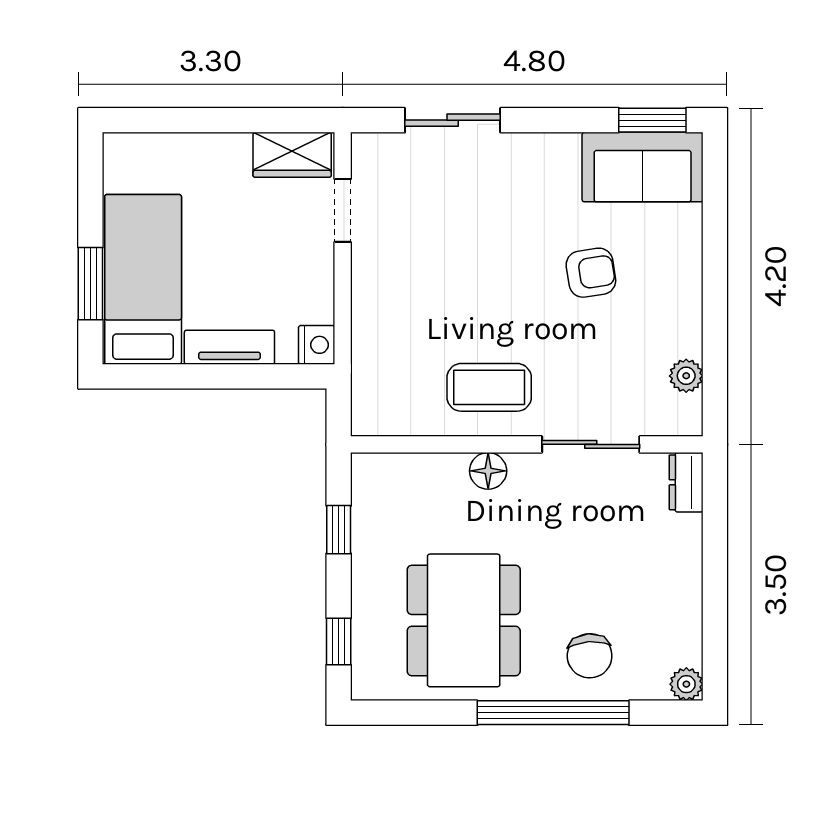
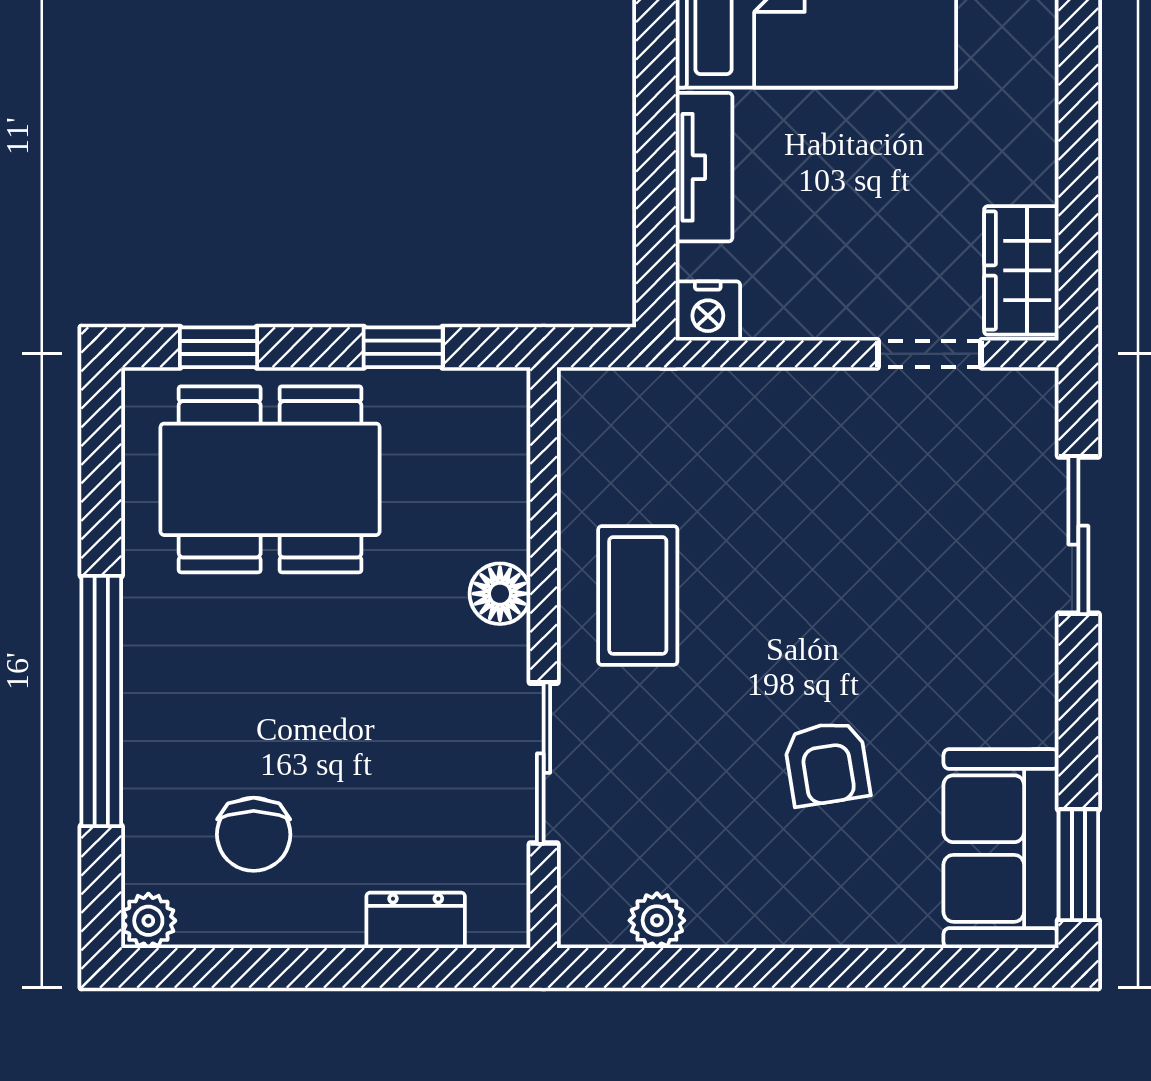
dresser: (686, 482) -> (416, 920), moved
dining table: (464, 620) -> (270, 479), moved
chair: (590, 656) -> (254, 834), moved, turned -86

